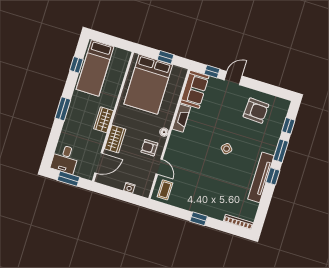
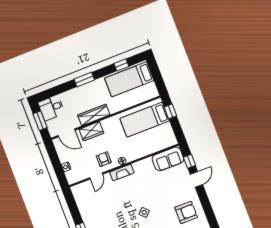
window: (165, 57) -> (170, 111), moved
door: (233, 78) -> (196, 179), hinge flipped
bed: (148, 84) -> (145, 120), width x0.67
armchair: (256, 111) -> (186, 212), turned -93
fireplace: (181, 118) -> (122, 172), moved
wardrobe: (104, 120) -> (94, 115), width x1.50
coffee table: (165, 190) -> (83, 192), removed

